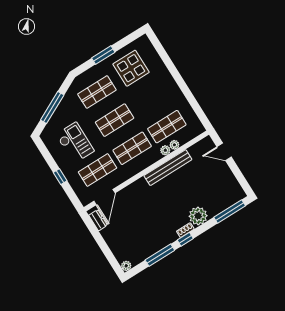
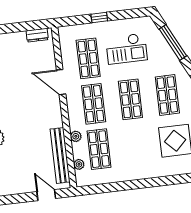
plant: (174, 145) -> (79, 164), moved
door: (224, 152) -> (46, 195), hinge flipped
bench: (168, 168) -> (60, 156), moved
door: (104, 197) -> (61, 82), moved

